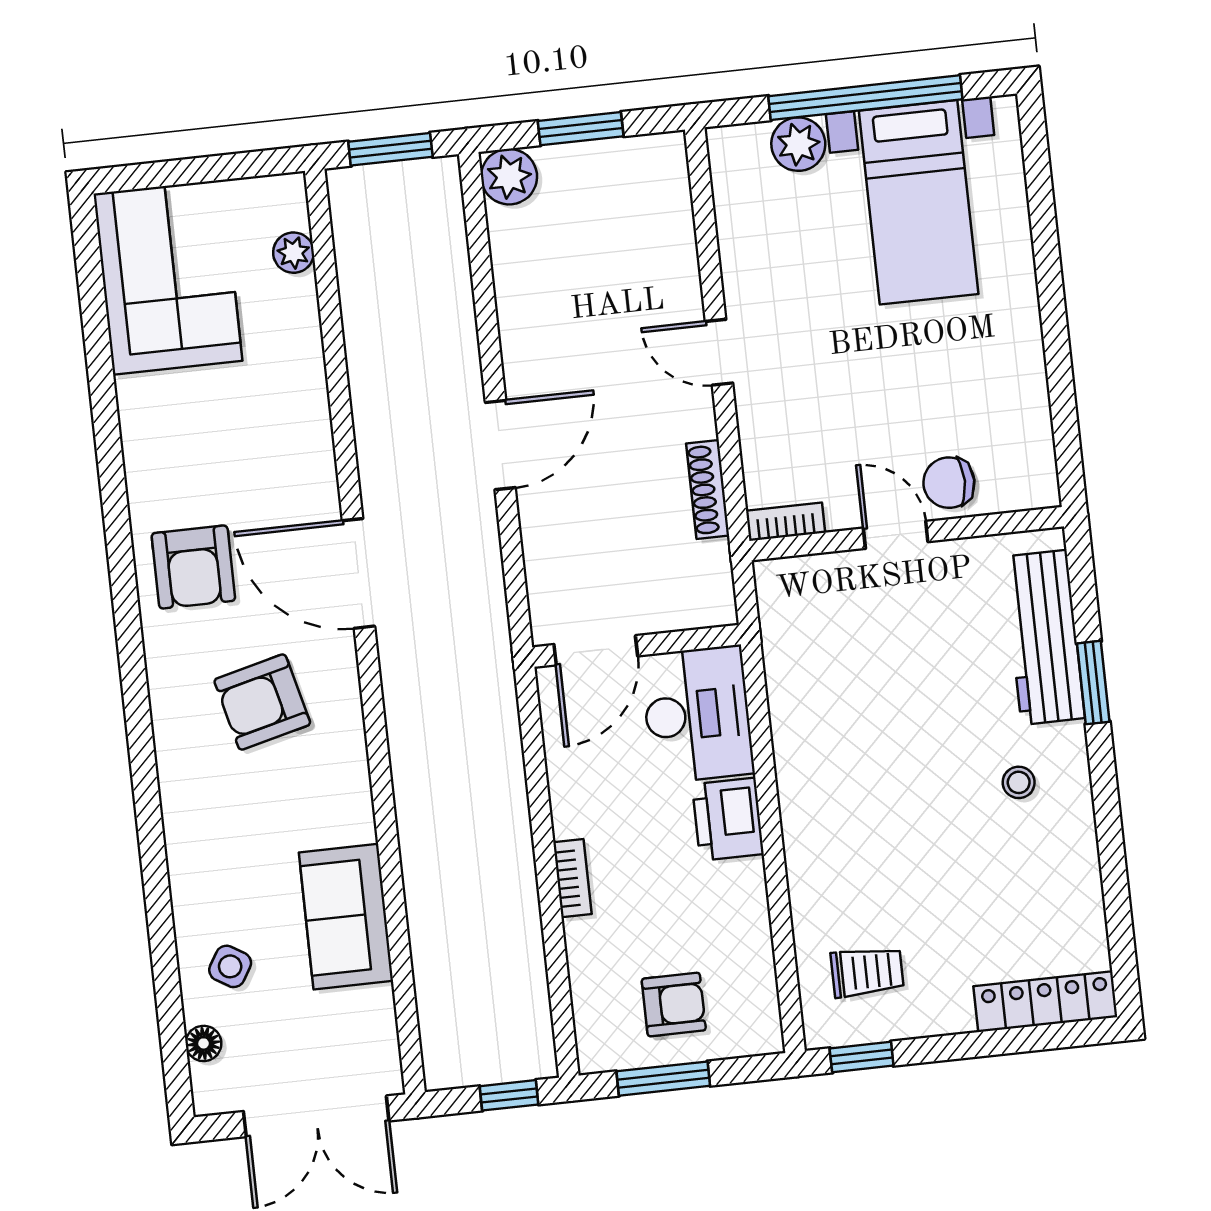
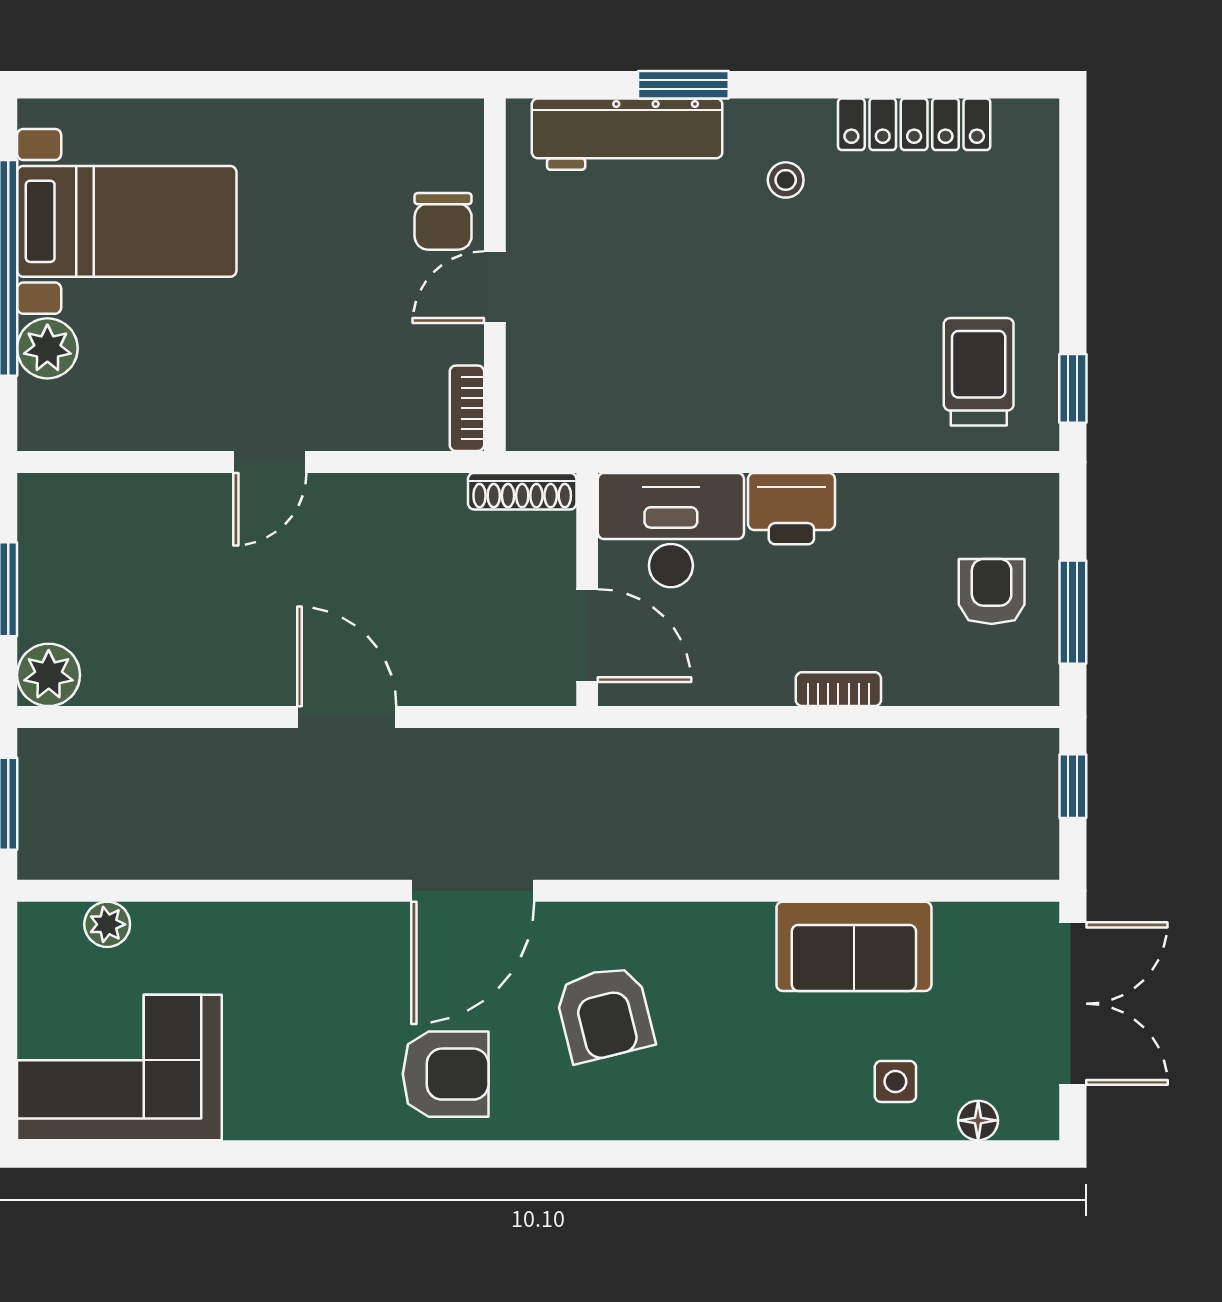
shoe rack: (708, 489) -> (522, 491), moved
side table: (230, 966) -> (895, 1081), turned -31
trolley: (867, 972) -> (979, 372), width x1.36, depth x1.39
locker: (1045, 1002) -> (914, 124), moved, turned -90

